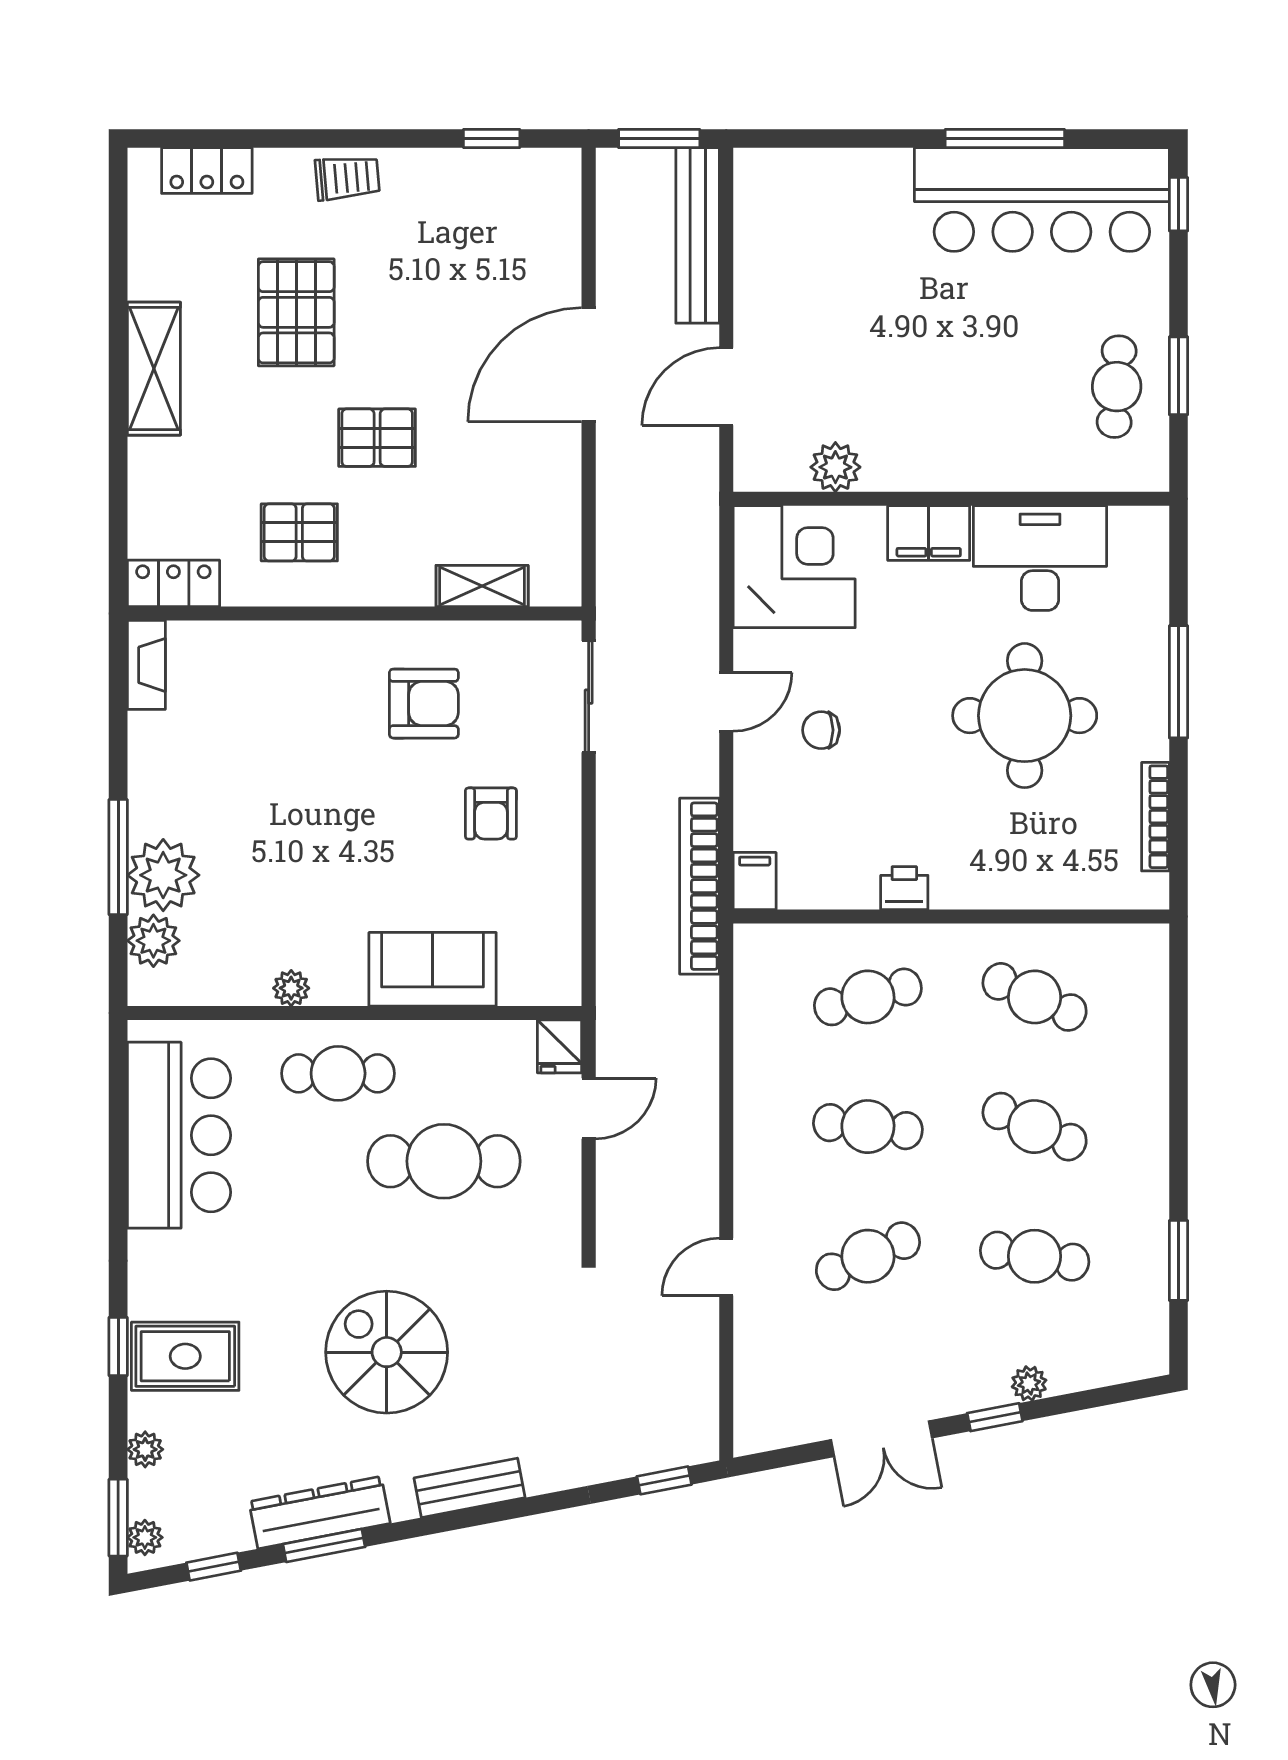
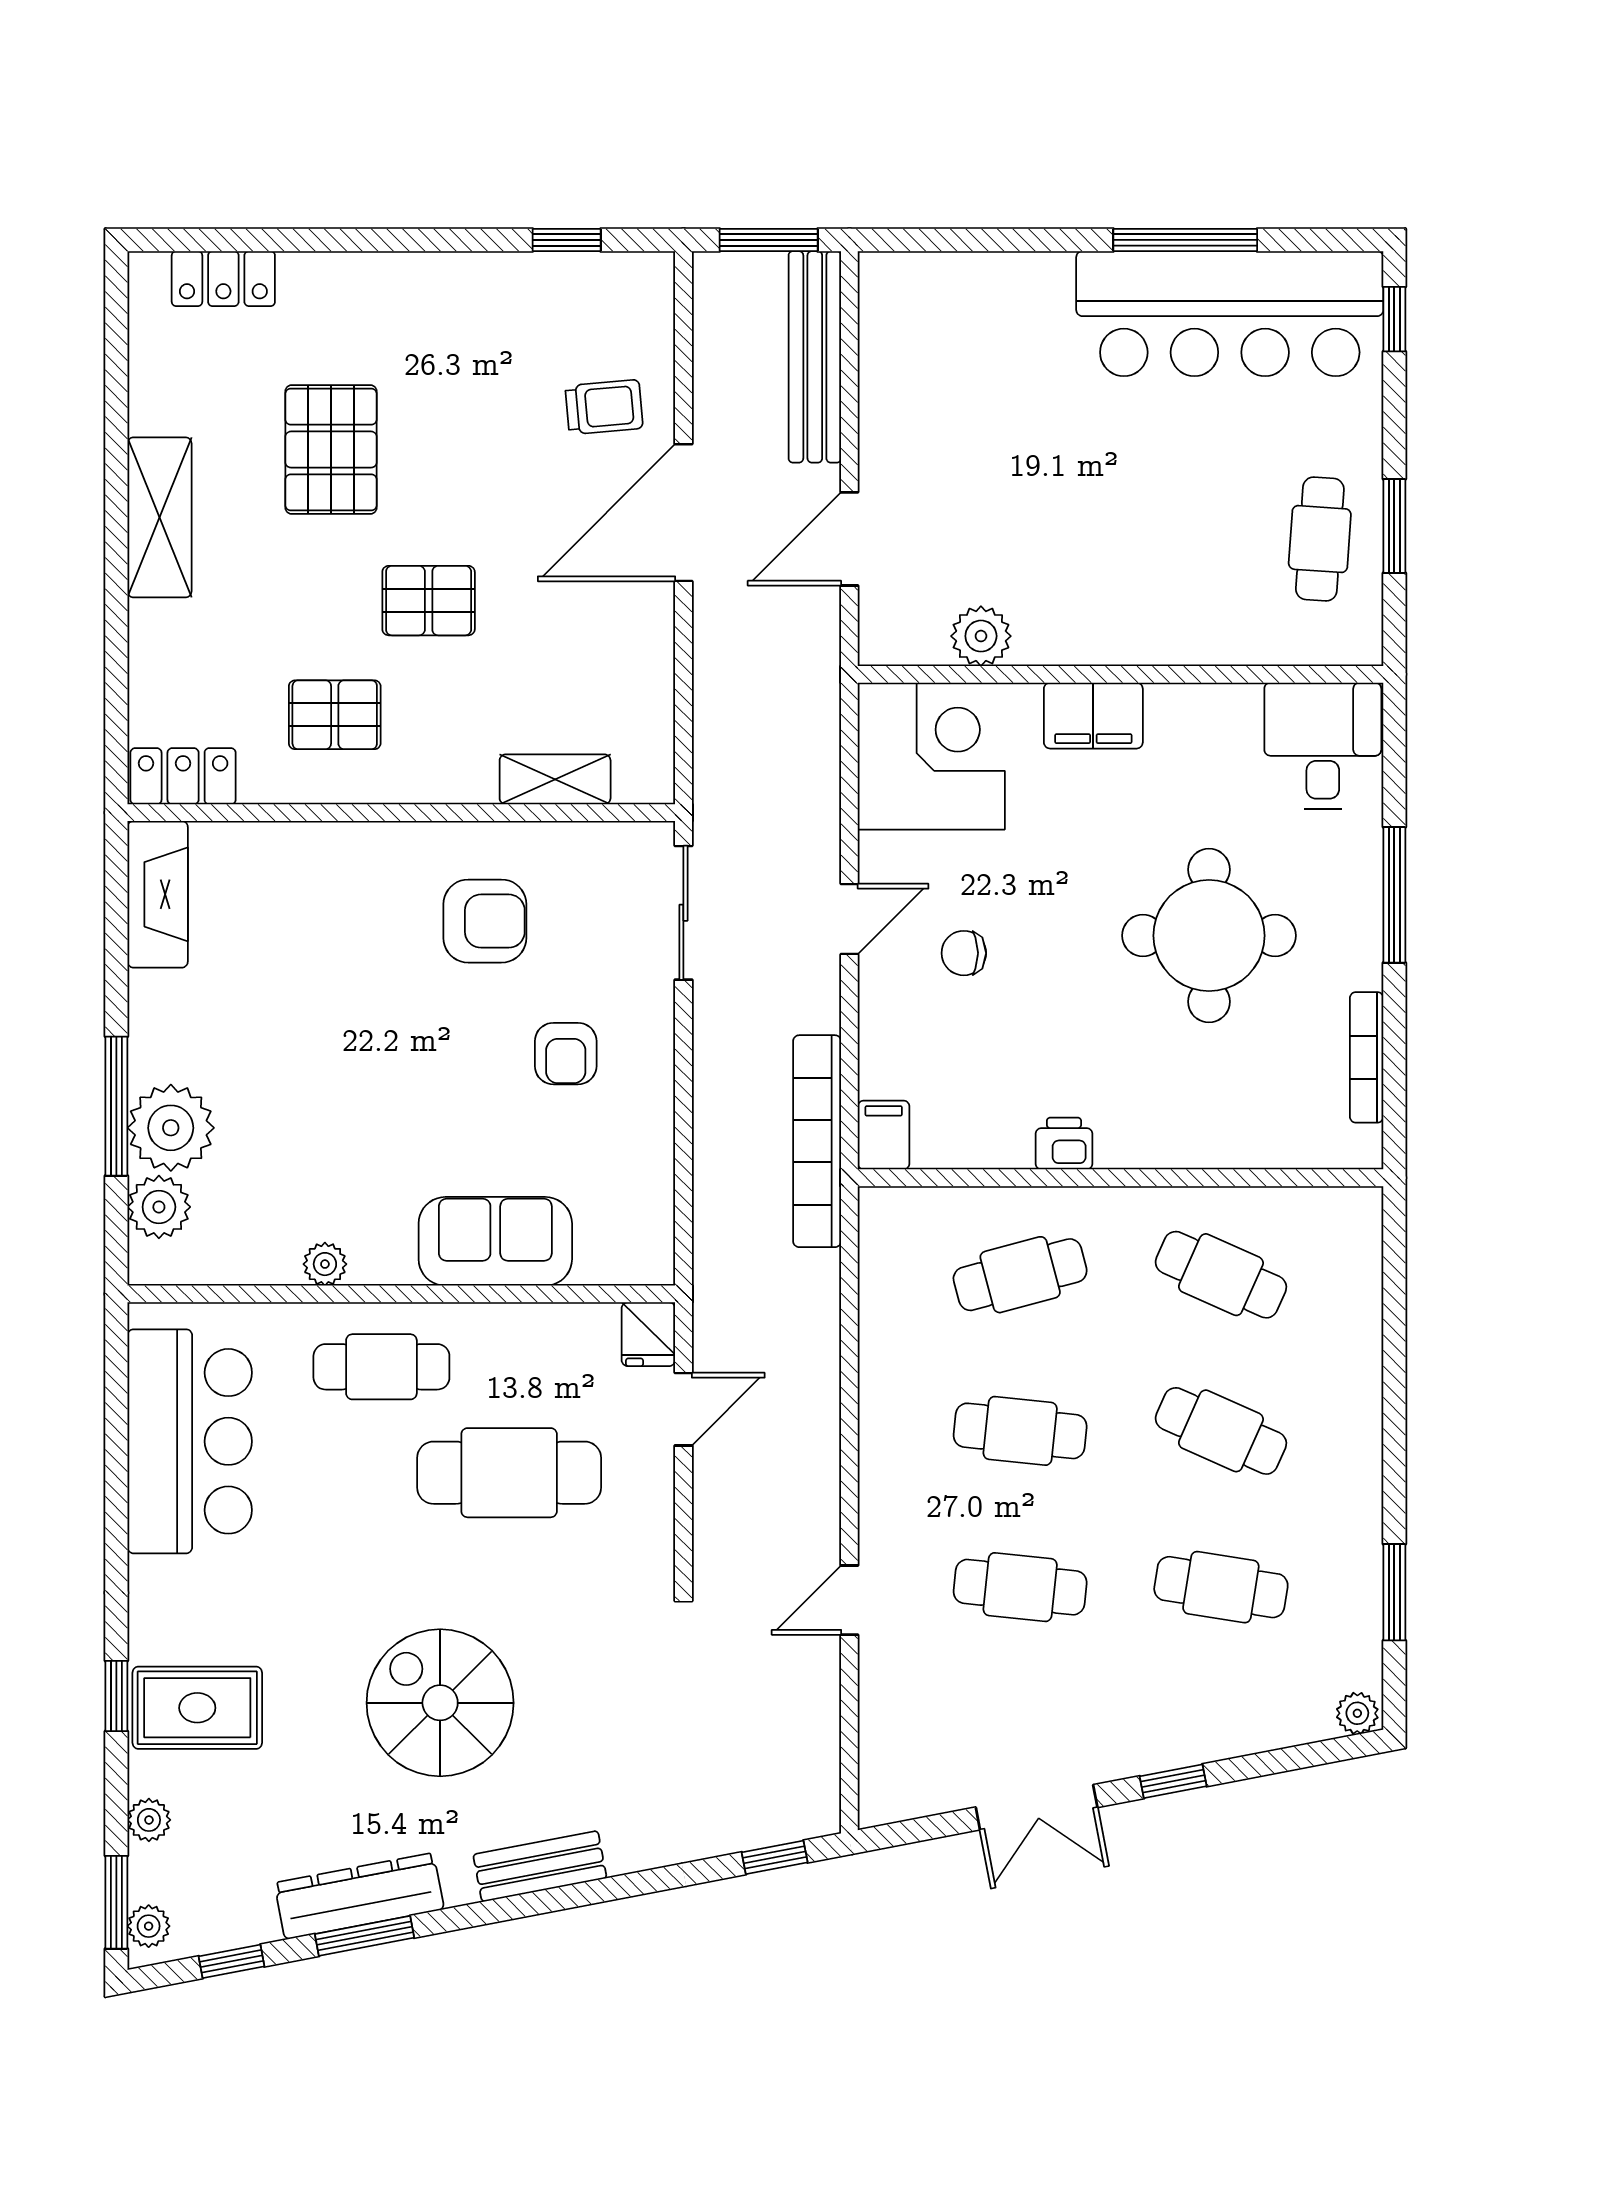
trolley: (347, 178) -> (604, 407), moved
desk: (1040, 558) -> (1323, 746), moved, width x0.73
fireplace: (146, 665) -> (158, 894), width x1.37, depth x1.32
cafe table: (868, 1256) -> (1020, 1587), turned 30
plant: (1029, 1384) -> (1357, 1713), moved

